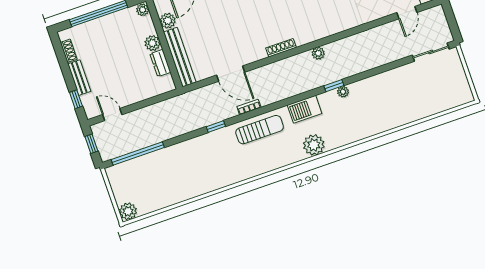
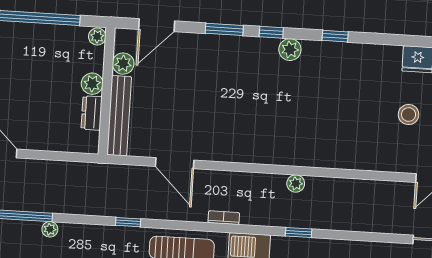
shoe rack: (281, 48) -> (252, 157), removed
plant: (343, 92) -> (50, 229), moved
bookcase: (249, 107) -> (224, 218), moved

